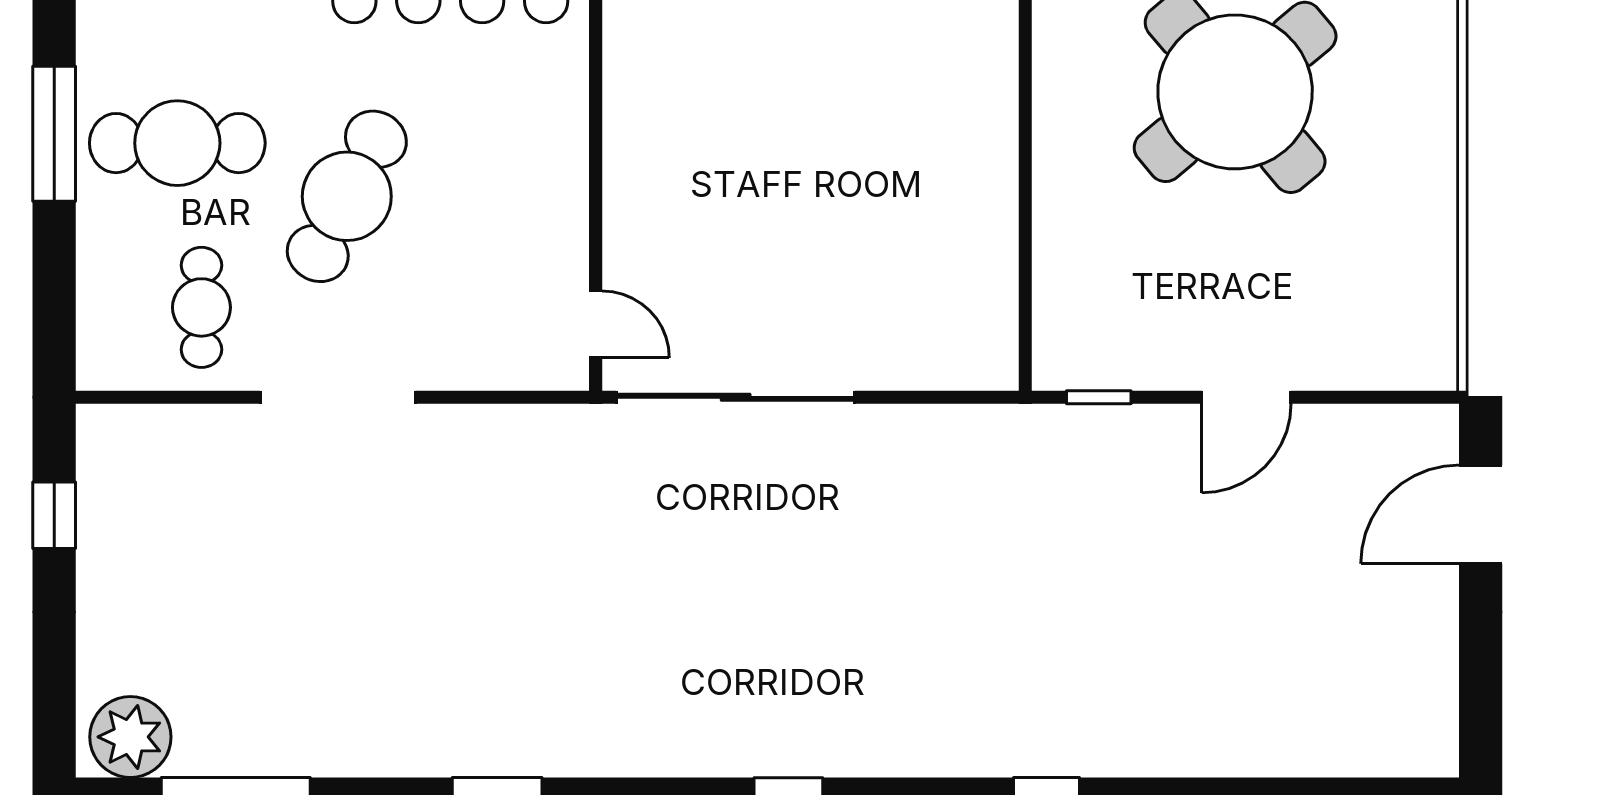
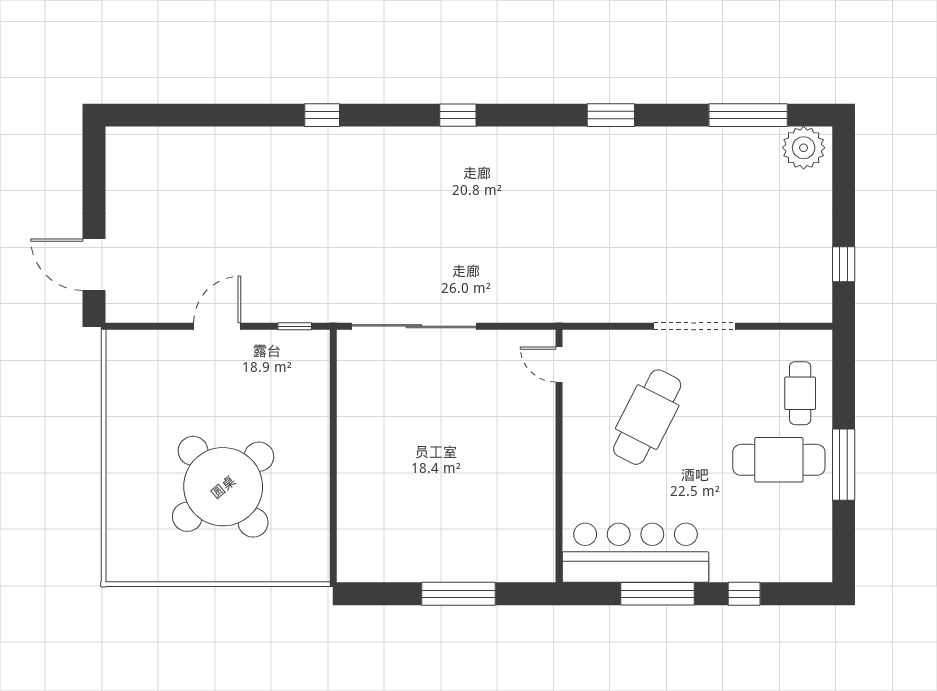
cafe table: (347, 196) -> (647, 417), moved
cafe table: (201, 307) -> (800, 393), moved
sliding door: (736, 397) -> (414, 326), moved
door: (1481, 514) -> (94, 265), swing flipped

